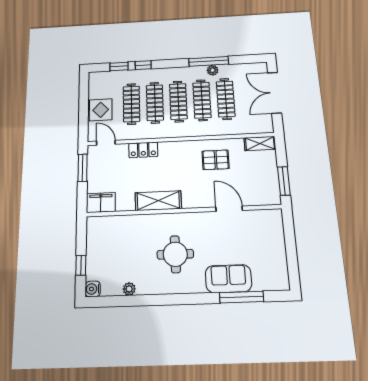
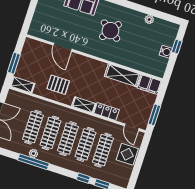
shelving: (174, 147) -> (84, 105), added
window: (284, 181) -> (14, 63), moved
shelving: (158, 201) -> (122, 75), moved
round table: (175, 254) -> (110, 31), turned 34
water cooler: (93, 289) -> (166, 52), moved

